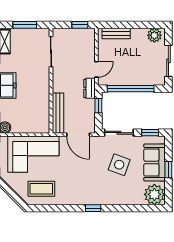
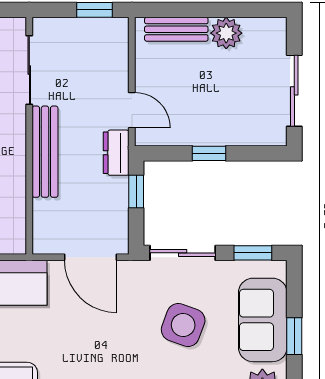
plant: (154, 35) -> (226, 33), moved
door: (96, 69) -> (132, 110), hinge flipped
window: (131, 89) -> (209, 153), width x0.32
bench: (58, 113) -> (45, 152), moved

